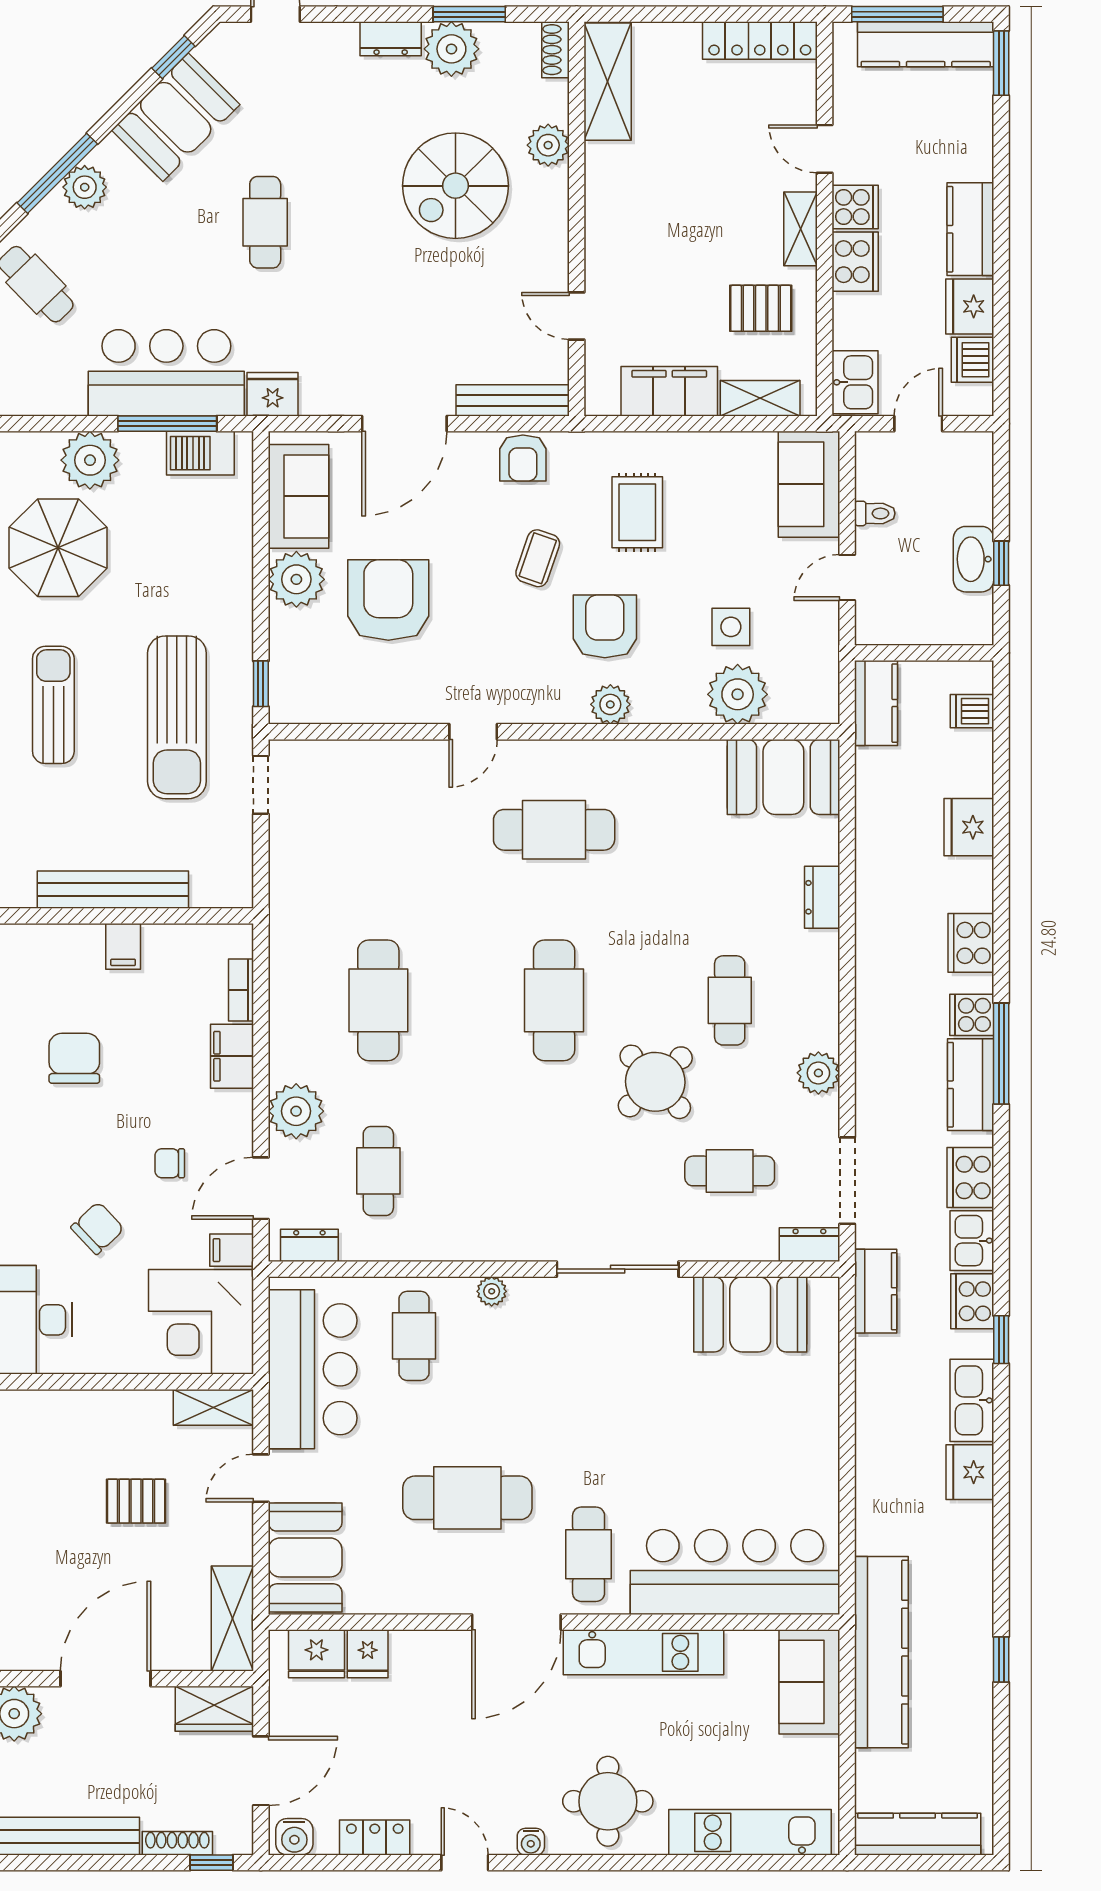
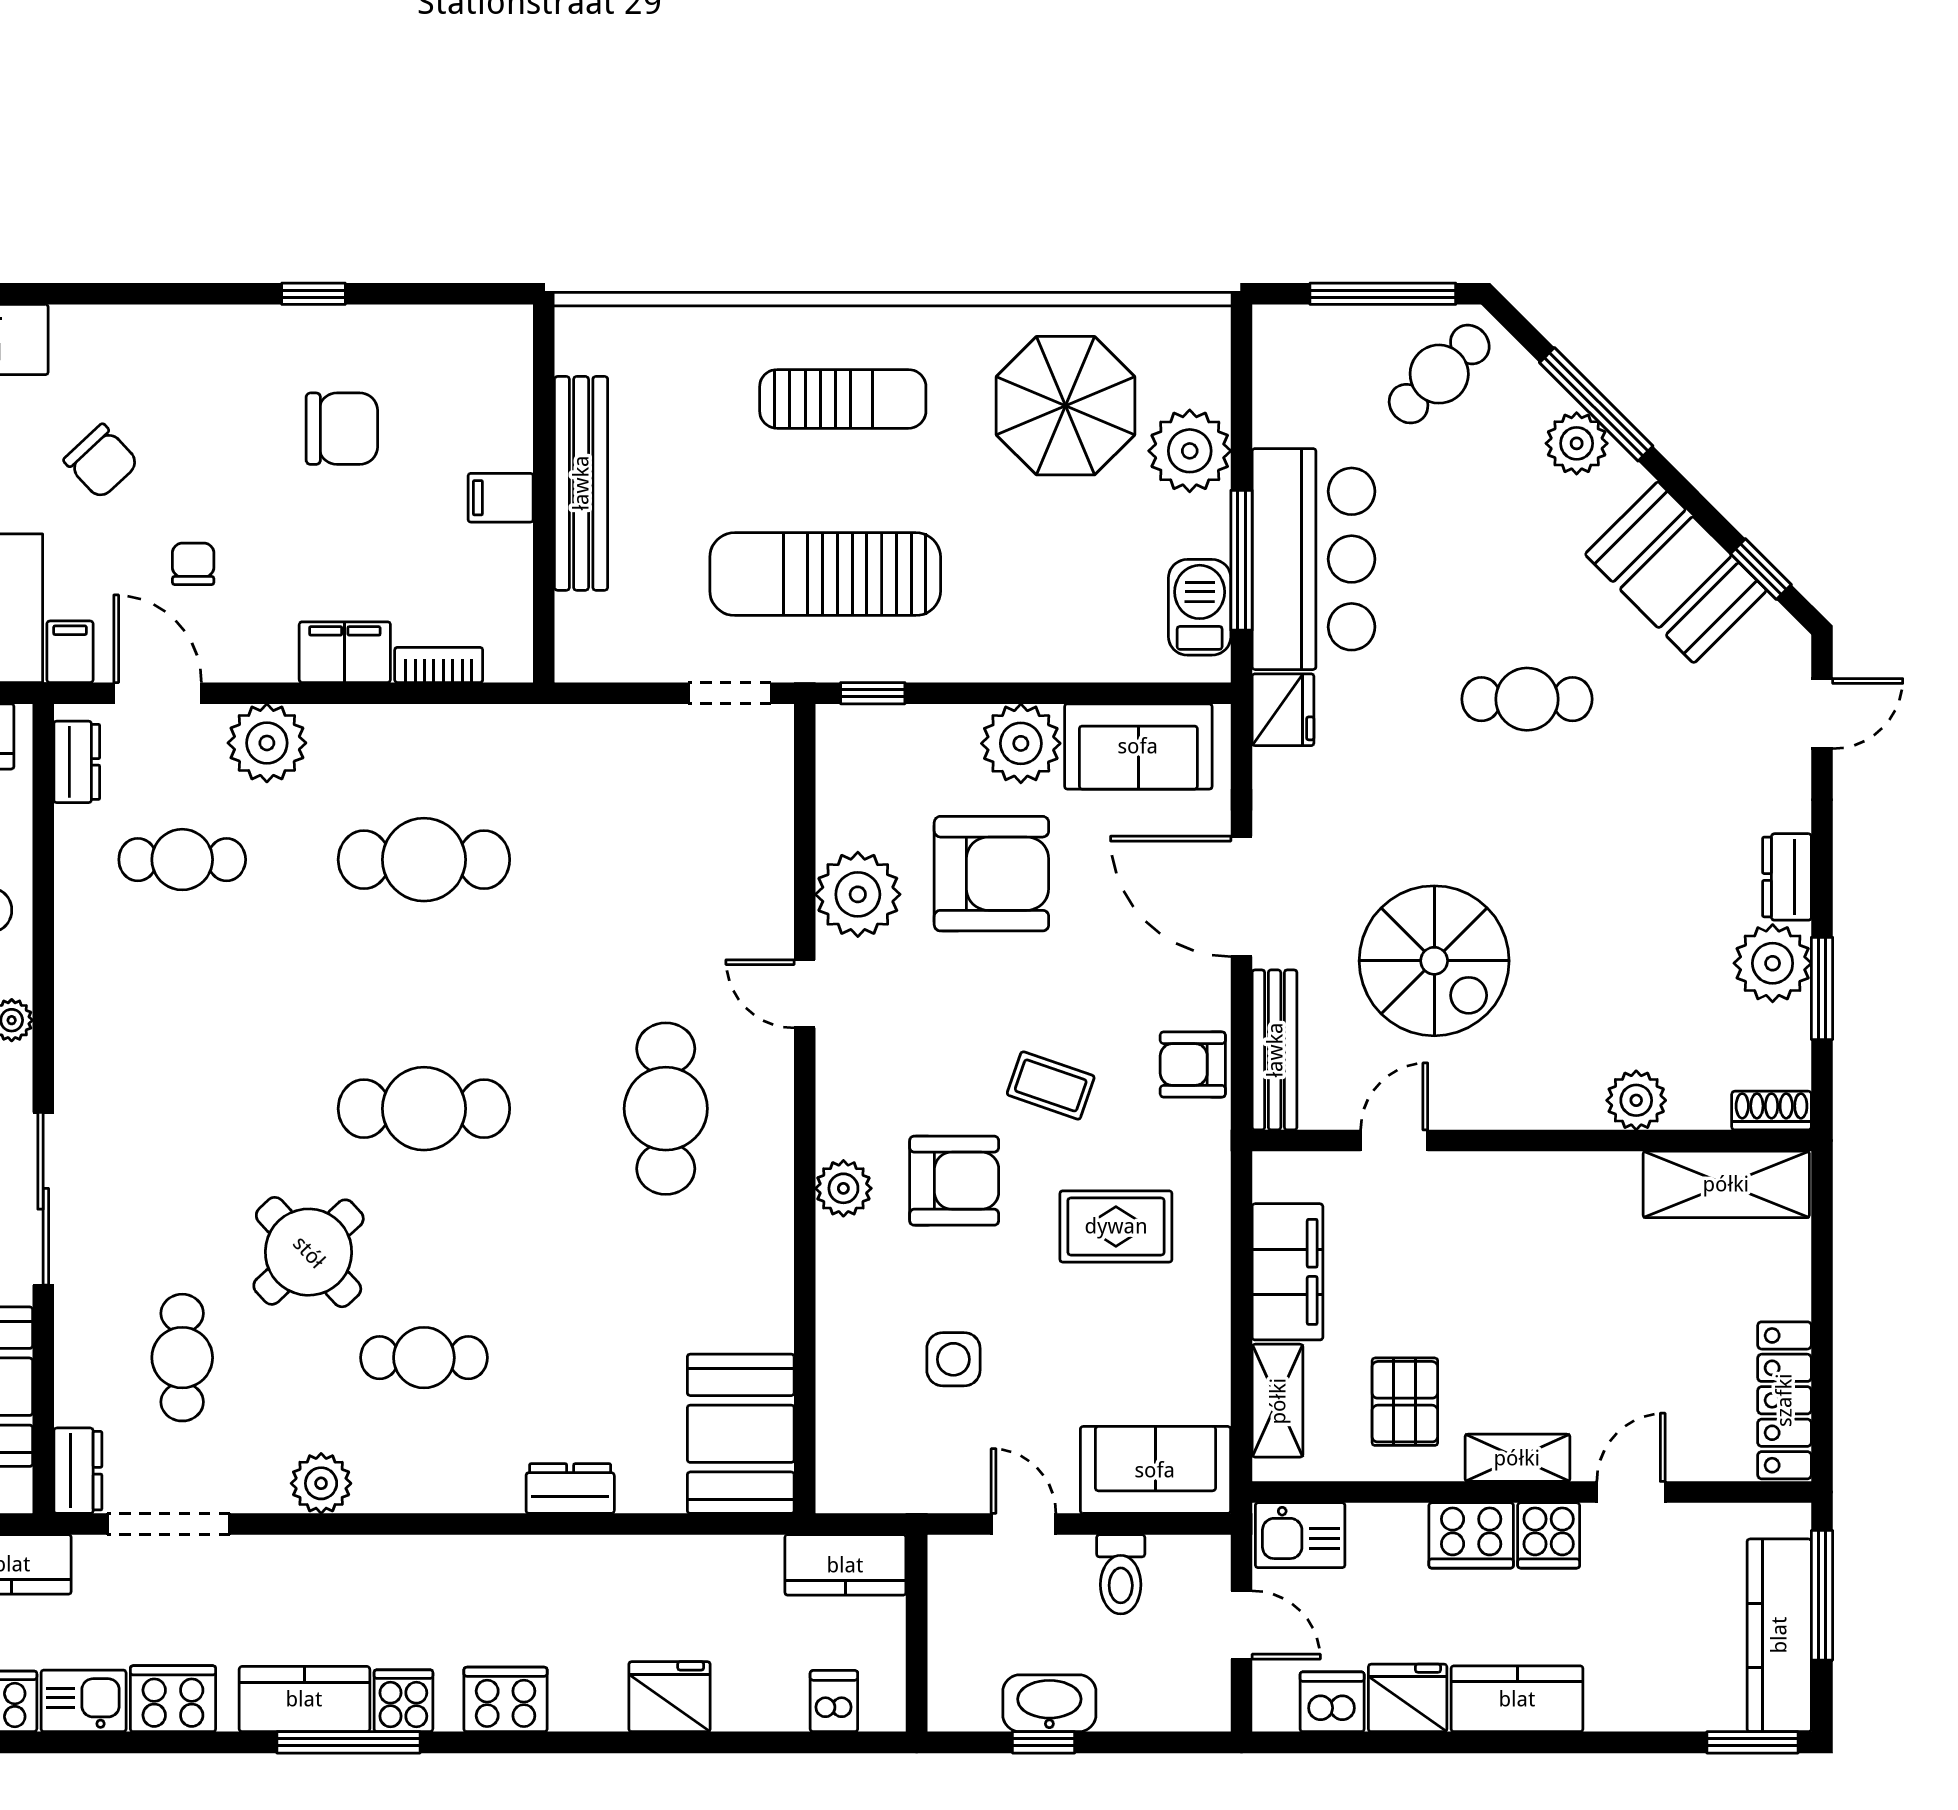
spiral stairs: (455, 186) -> (1434, 961), moved, turned 180
toilet: (875, 513) -> (1121, 1574), width x1.37, depth x1.39
plant: (738, 694) -> (858, 894), moved

